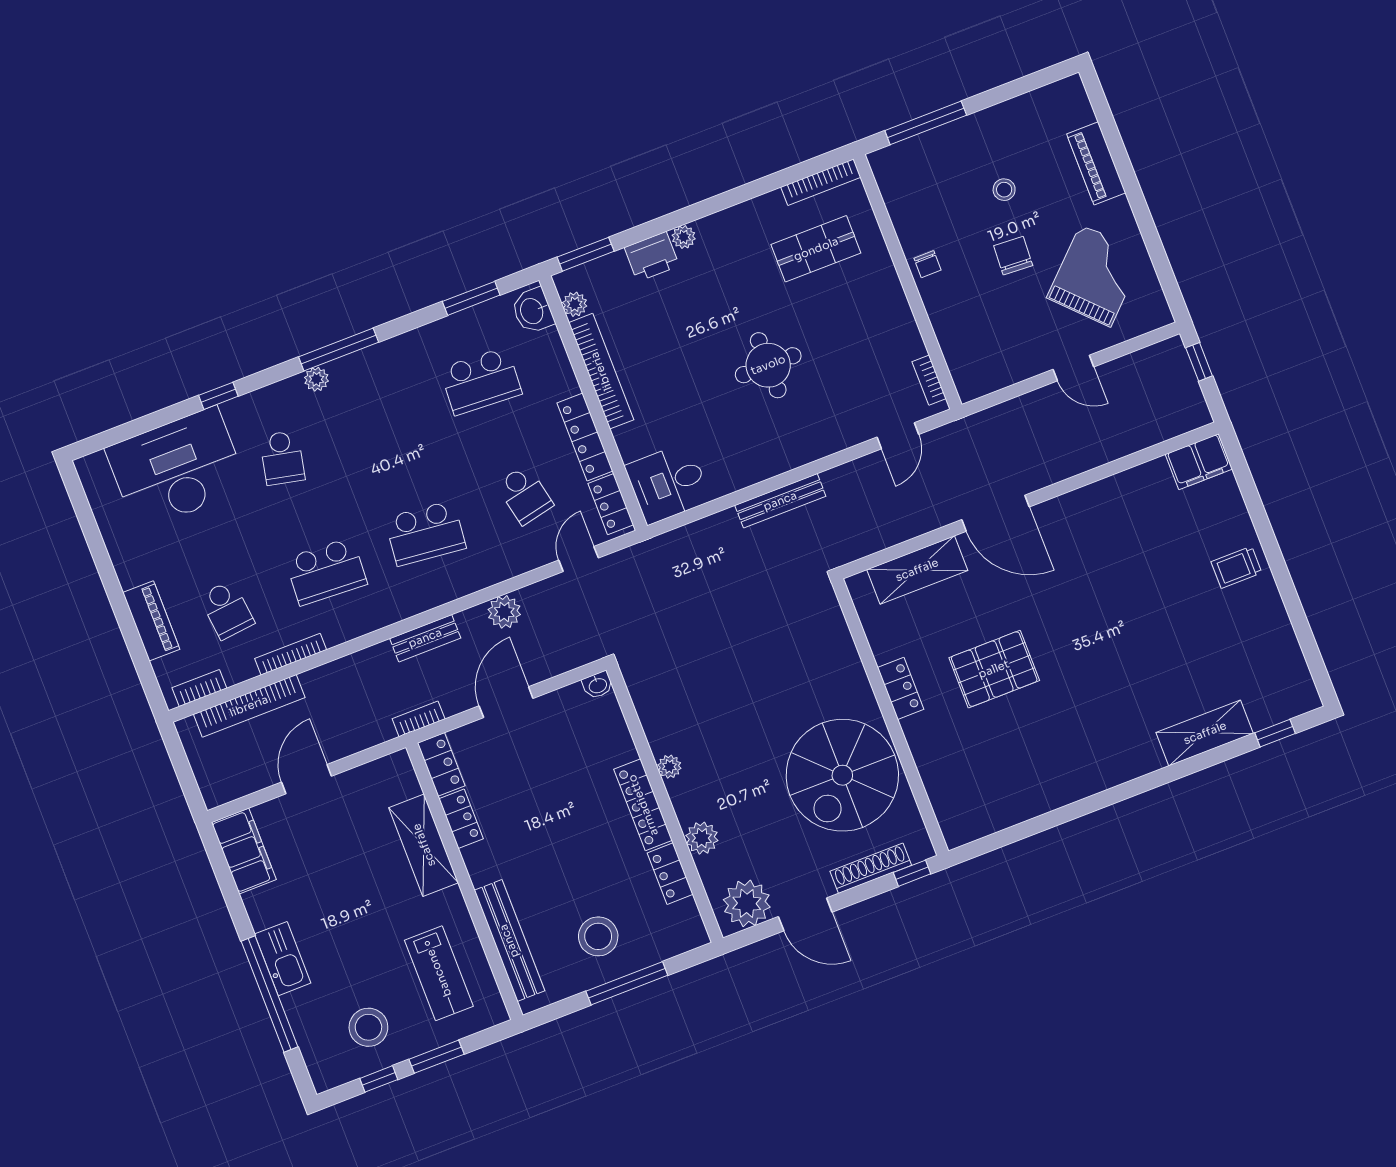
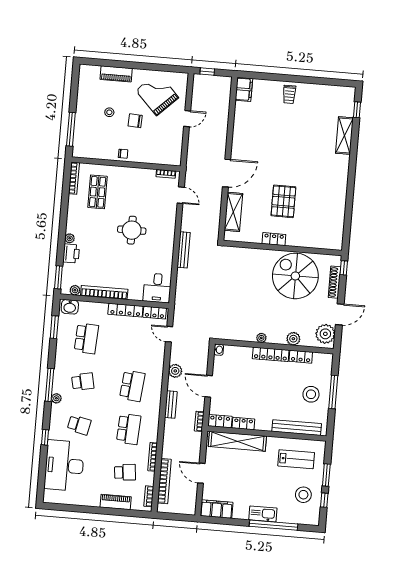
school desk: (525, 495) -> (83, 382), moved
spiral stairs: (842, 775) -> (295, 276), turned 180
shelving: (424, 845) -> (237, 441), width x1.47

